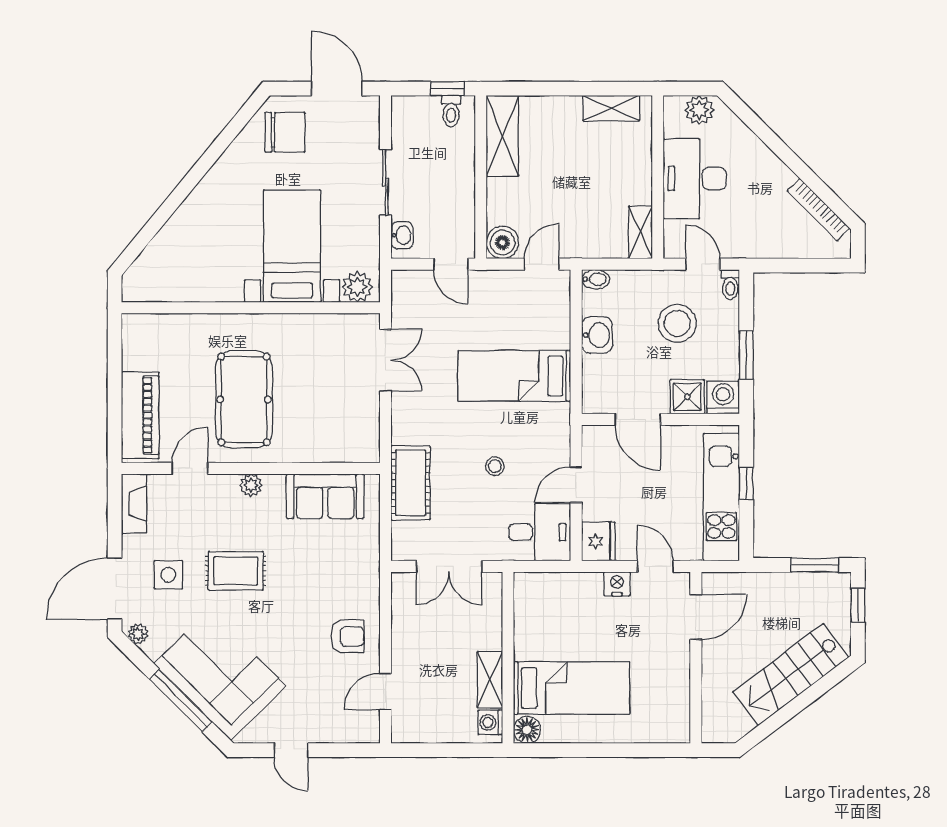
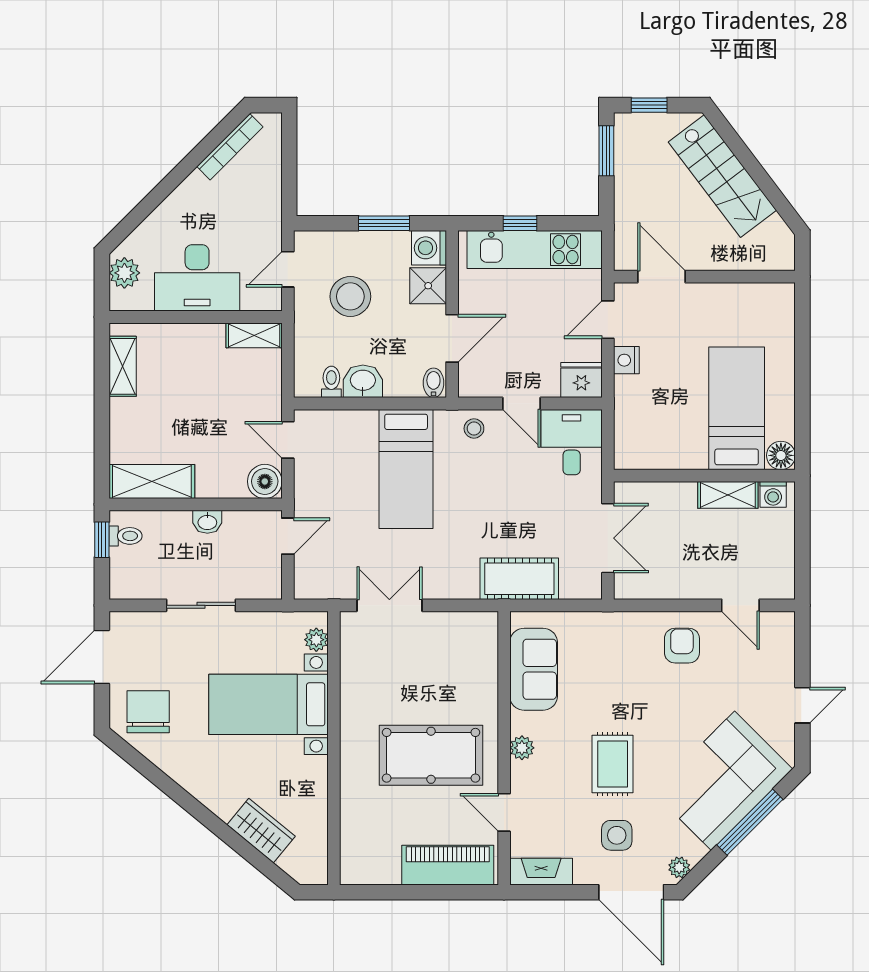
washbasin: (402, 235) -> (207, 522), moved, turned 180
wardrobe: (173, 239) -> (261, 831), added
bidet: (596, 279) -> (433, 383), moved
toilet: (730, 285) -> (331, 382), moved, turned -90
plant: (357, 287) -> (316, 640), width x0.73, depth x0.73
stool: (495, 466) -> (474, 429), moved

